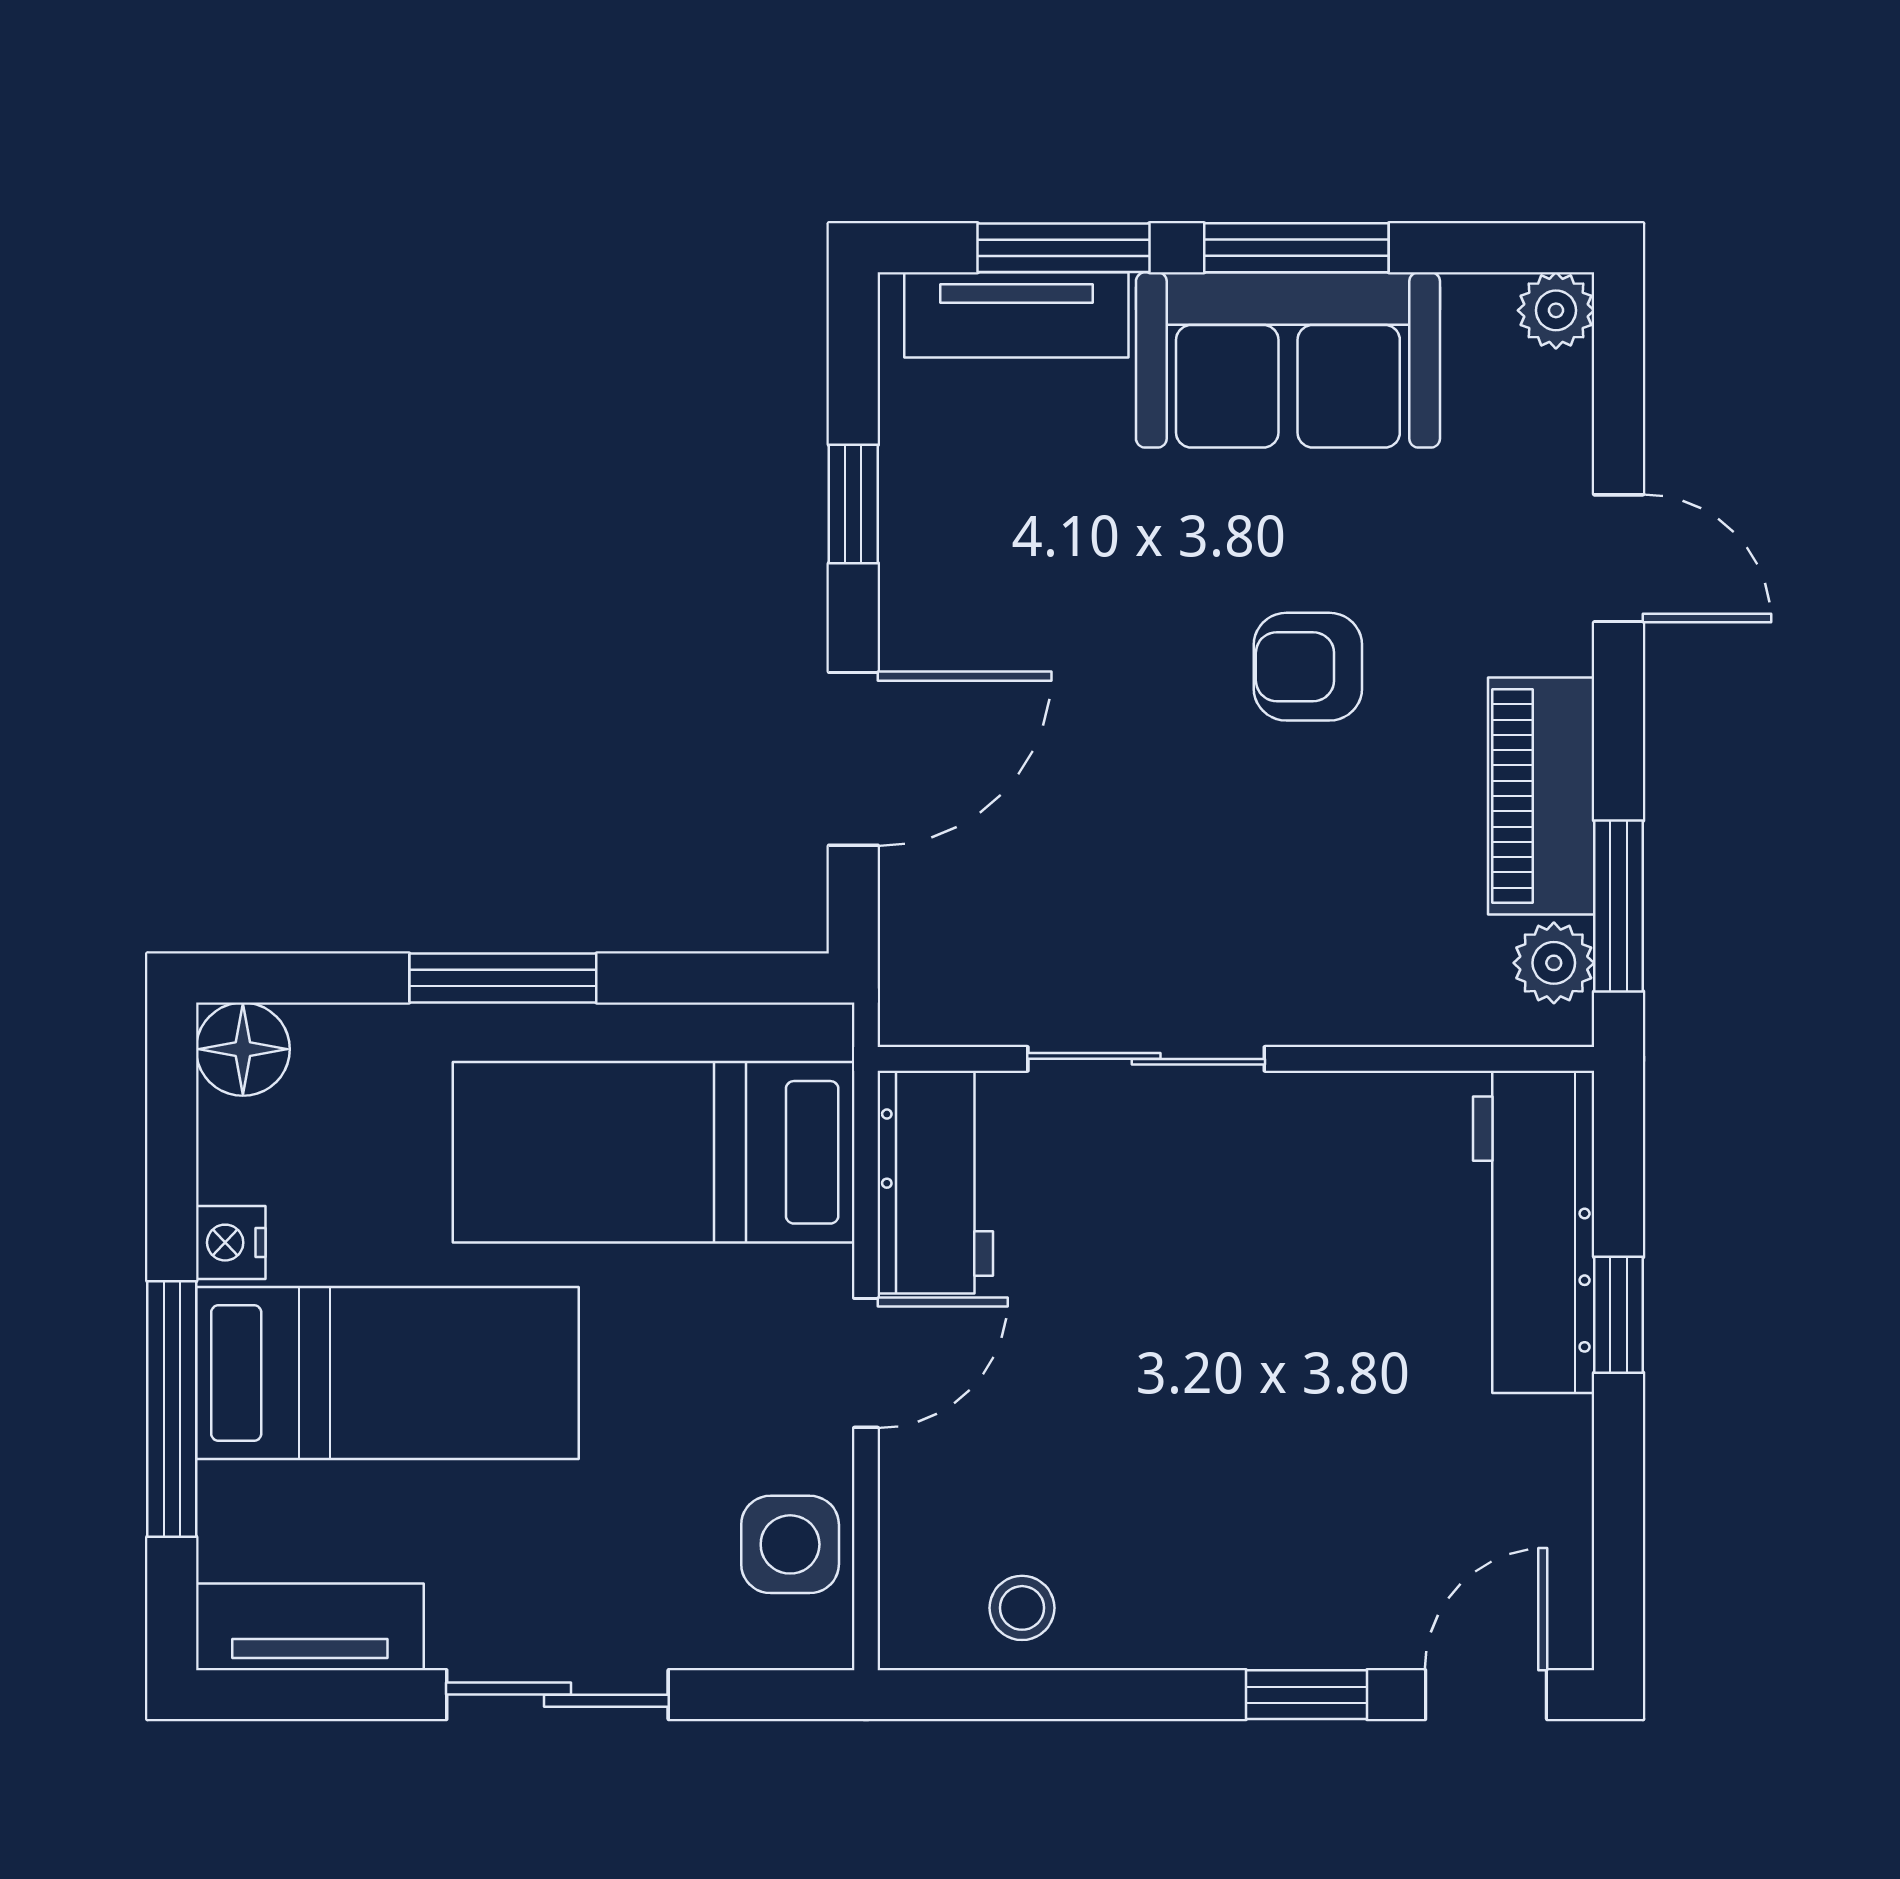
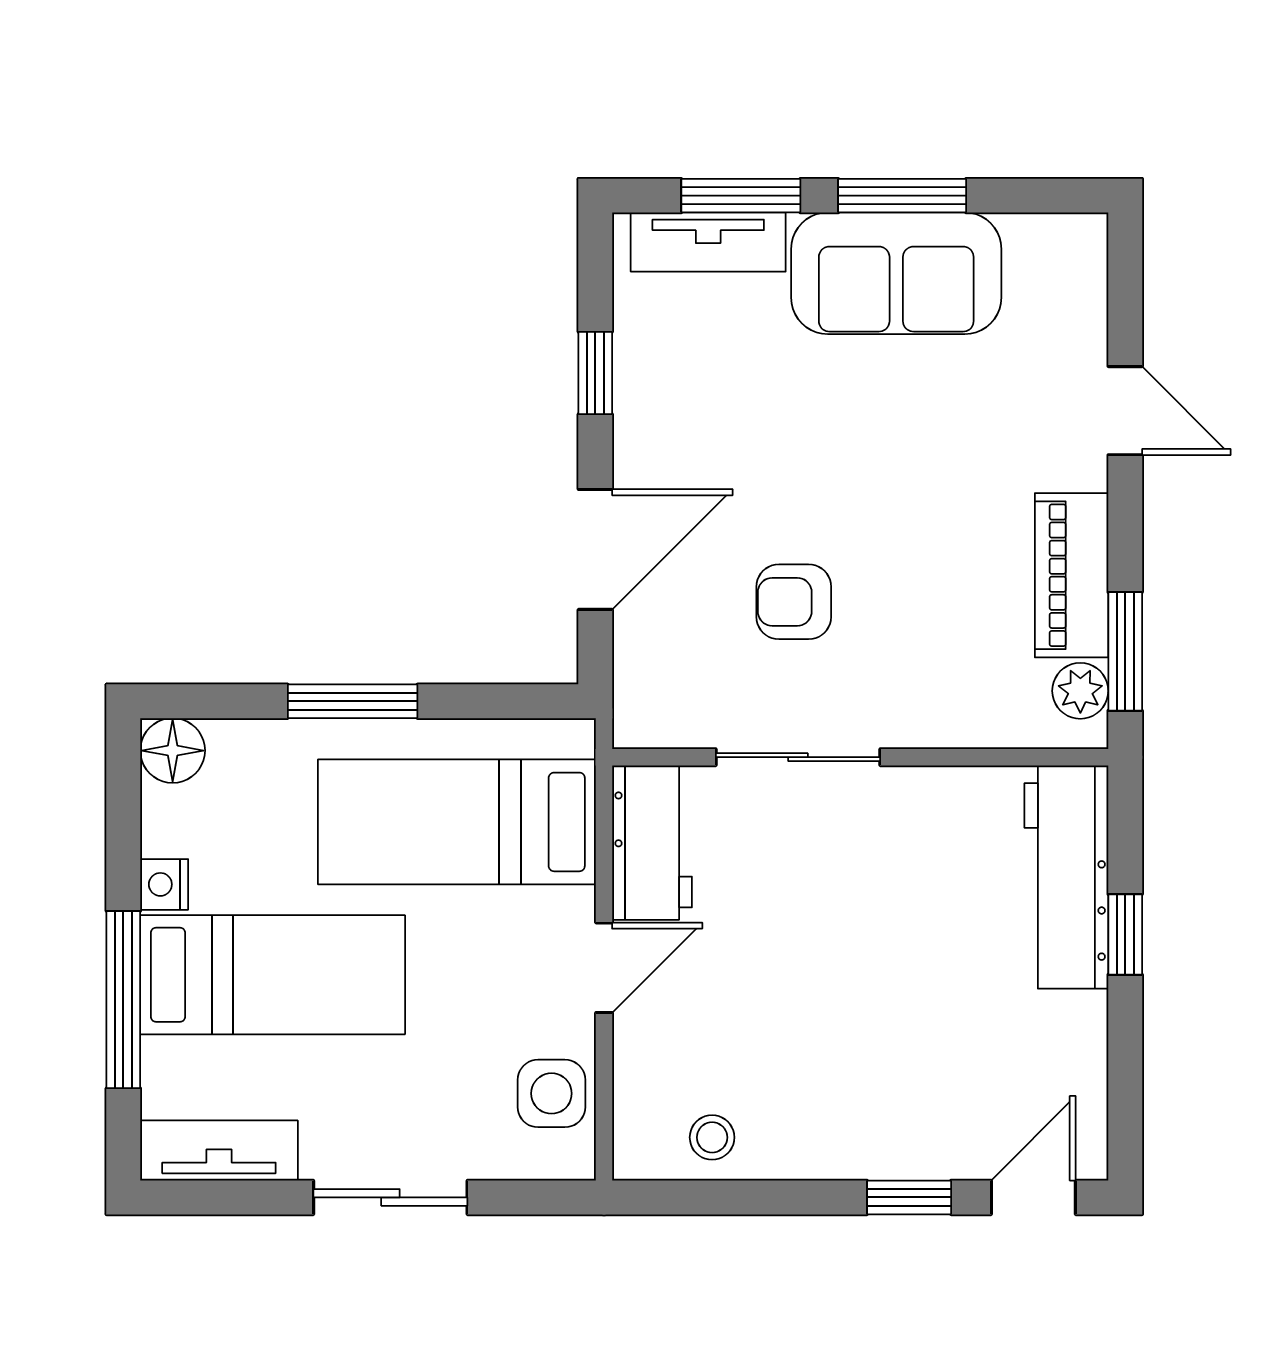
plant: (1556, 310) -> (1082, 239), removed
armchair: (1308, 667) -> (794, 602), moved

